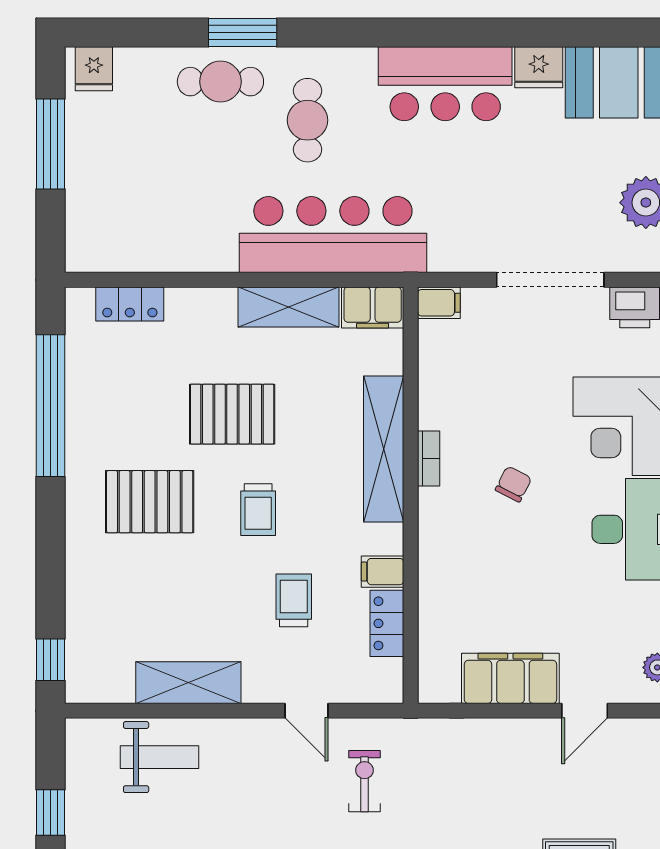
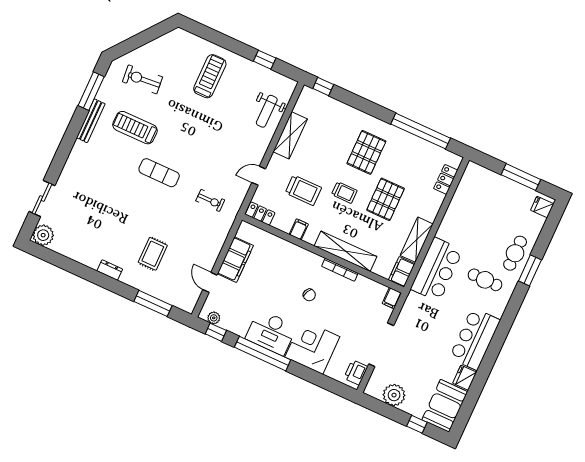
bar counter: (333, 235) -> (437, 269), width x0.73
bookcase: (429, 458) -> (340, 270), width x1.56
trolley: (258, 510) -> (344, 193), turned 180
trolley: (294, 600) -> (303, 190), width x1.36, depth x1.39
locker: (387, 623) -> (260, 214), moved
exercise bike: (364, 781) -> (210, 200), moved

